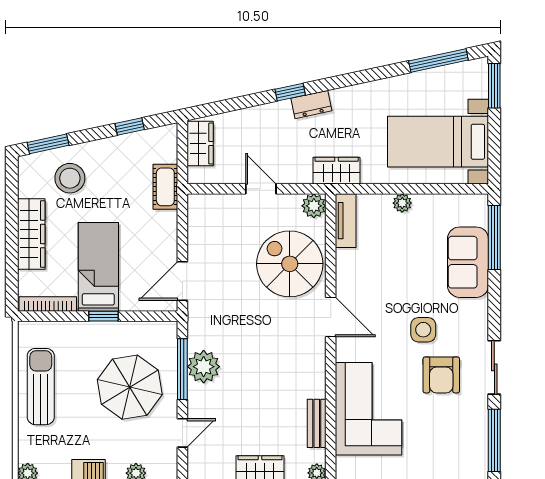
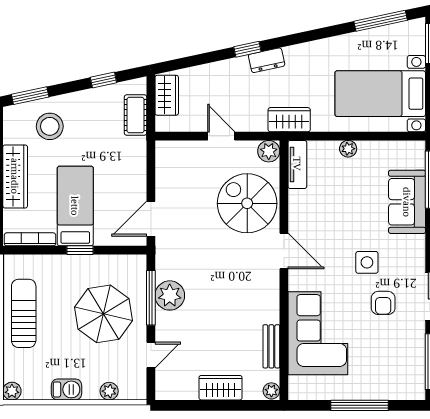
cot: (165, 187) -> (135, 115), moved
armchair: (441, 375) -> (383, 303), width x0.72, depth x0.72

